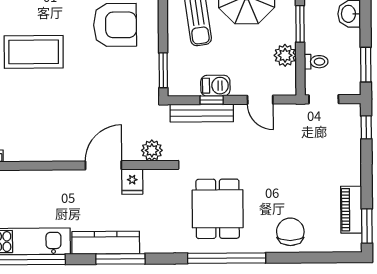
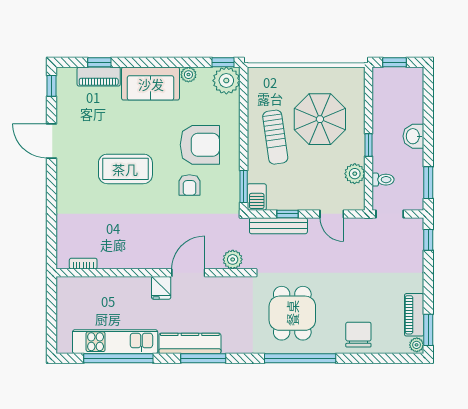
window: (300, 24) -> (369, 145), width x0.67
armchair: (104, 69) -> (189, 185), added
barbecue: (215, 86) -> (257, 197), moved, turned 90
fridge: (132, 182) -> (161, 288), moved
plant: (354, 243) -> (417, 345), added

